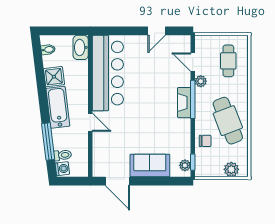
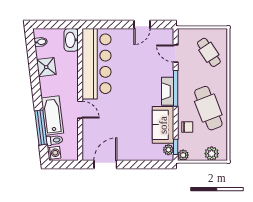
cafe table: (228, 61) -> (209, 52), turned -33
plant: (201, 81) -> (183, 155), moved
bathtub: (58, 107) -> (52, 115), moved
sofa: (150, 165) -> (163, 125), moved, turned -90
door: (117, 181) -> (105, 165), swing flipped

